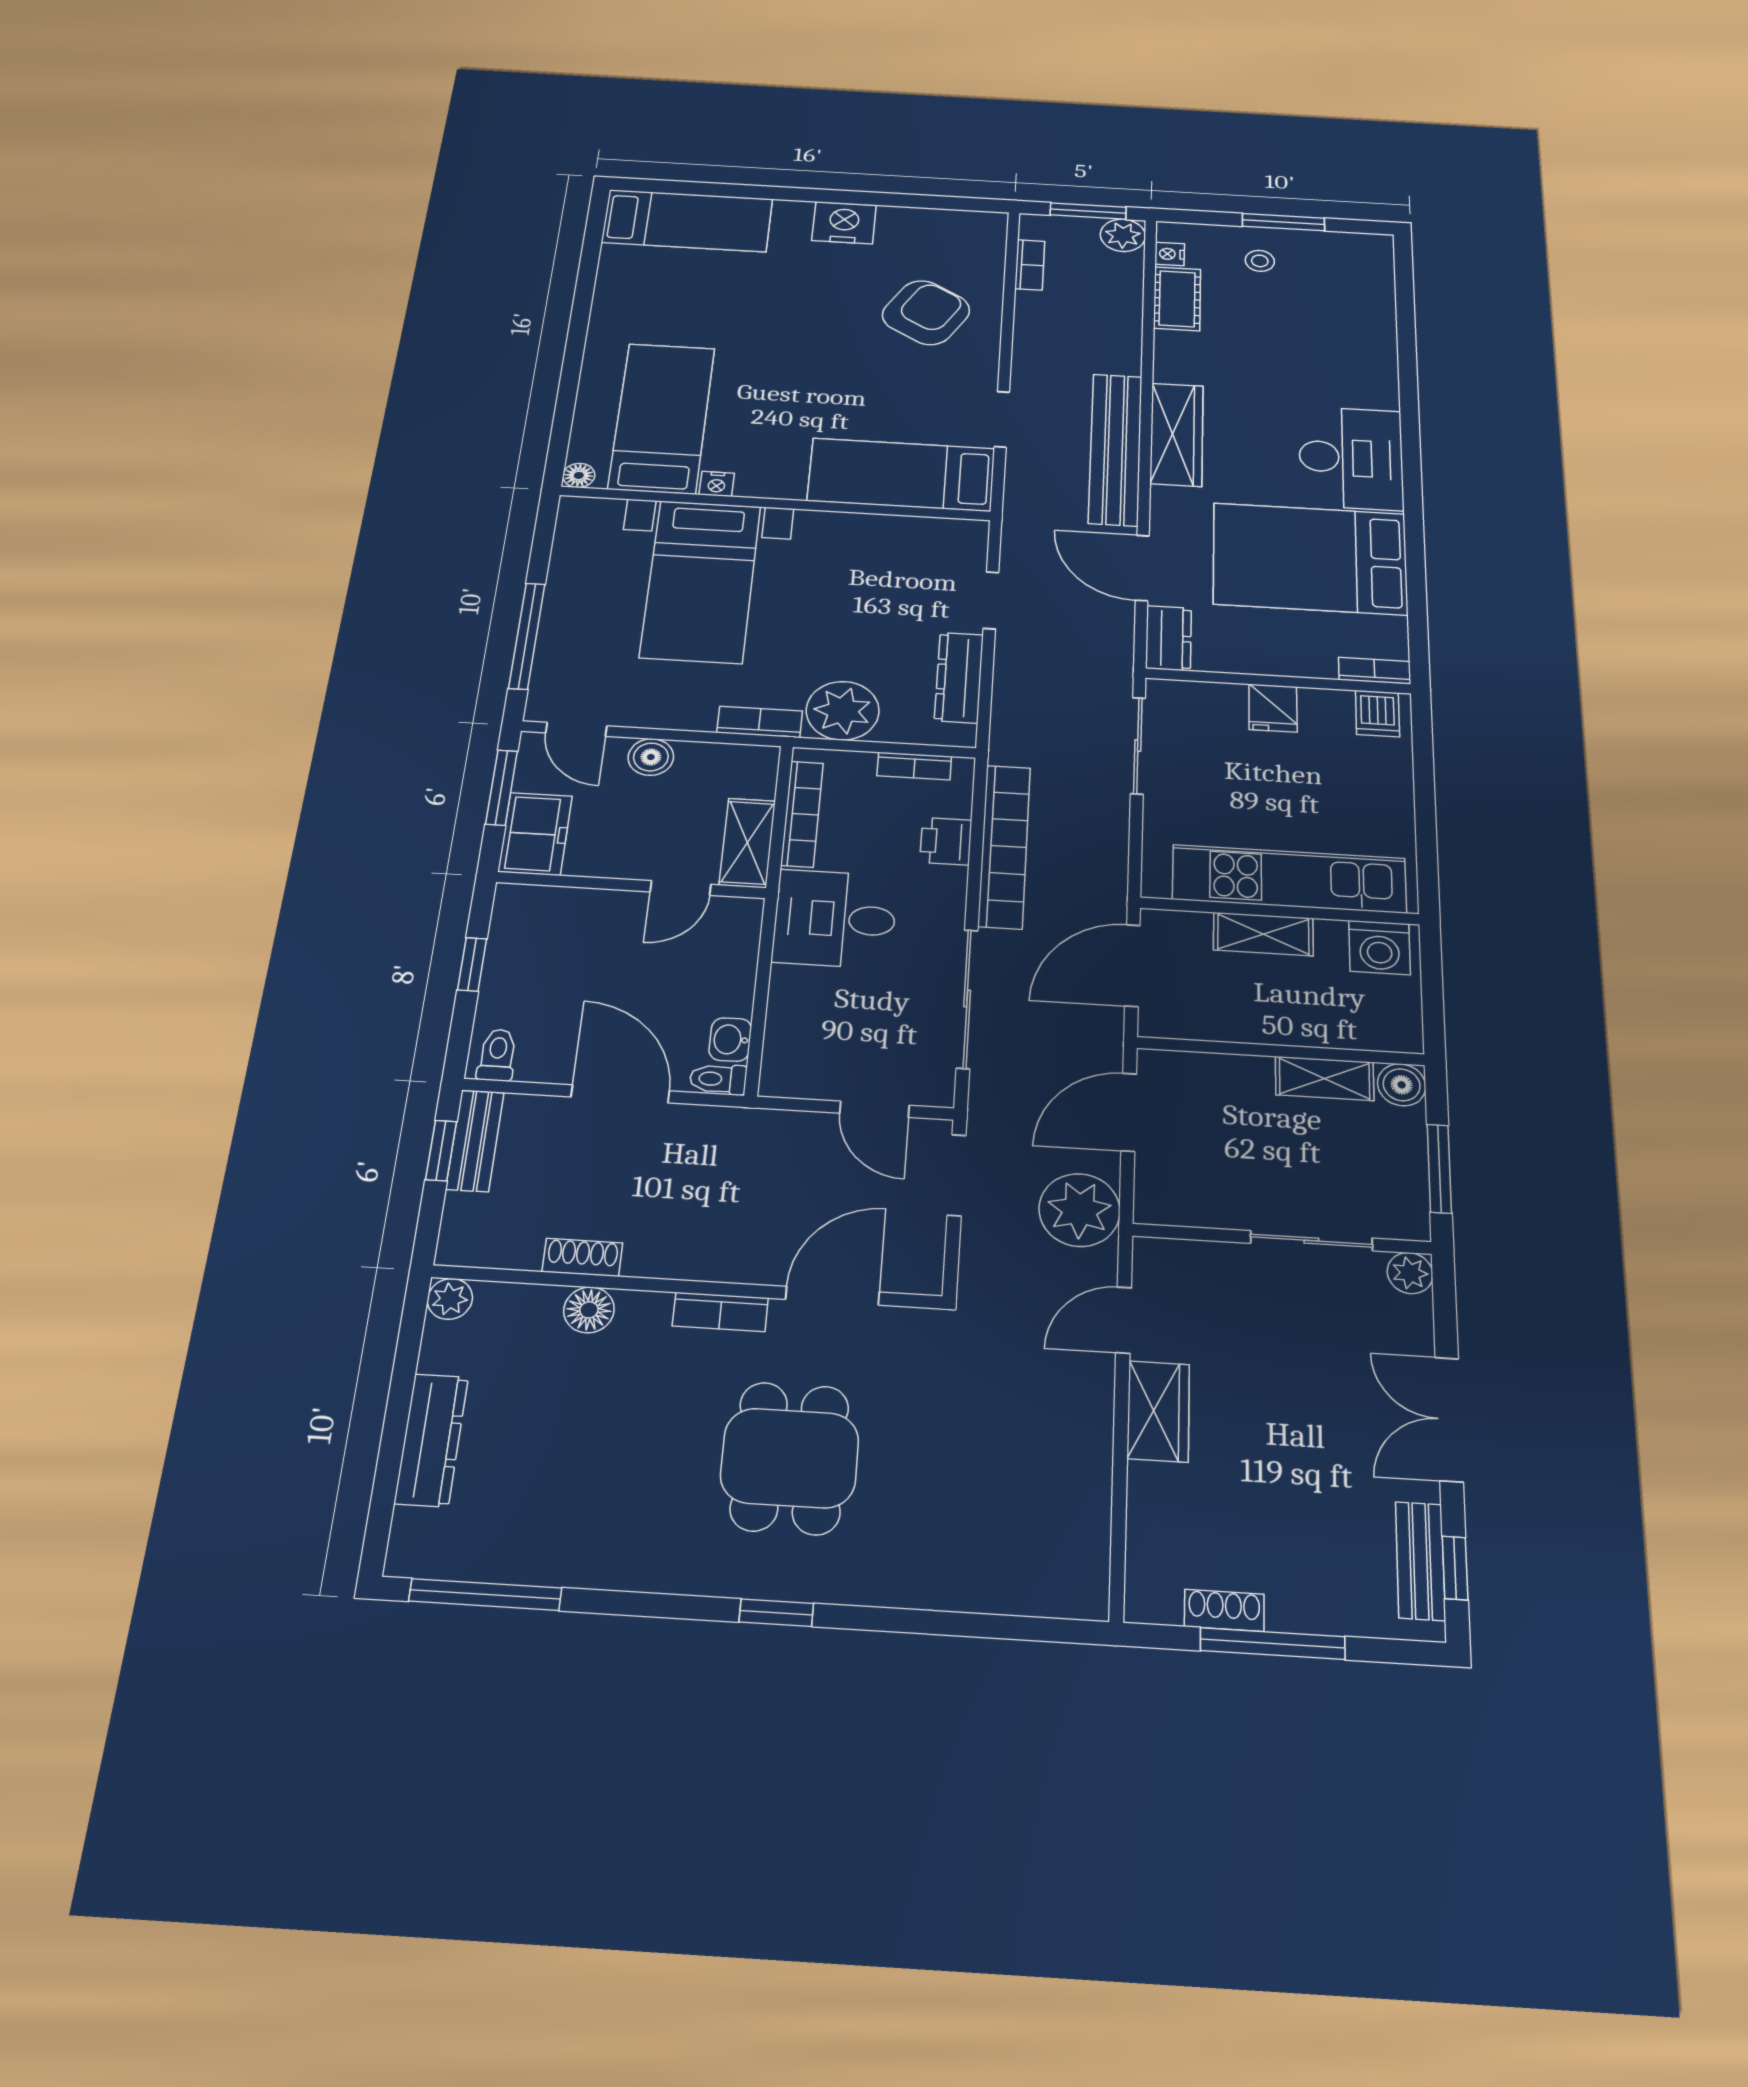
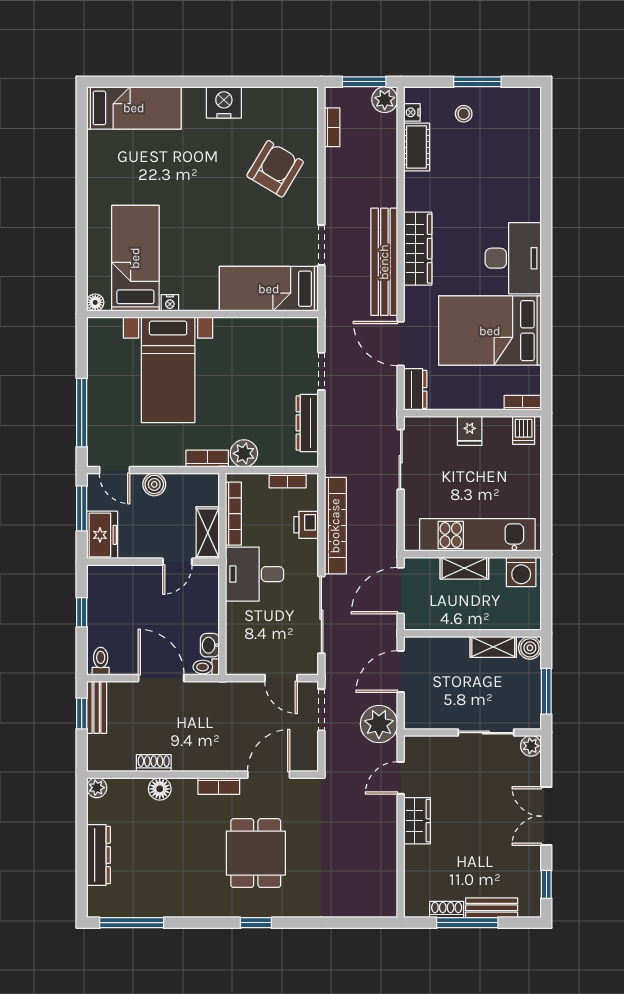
plant: (843, 711) -> (244, 453), width x0.73, depth x0.73
bench: (1420, 1561) -> (492, 908), moved, turned 90

